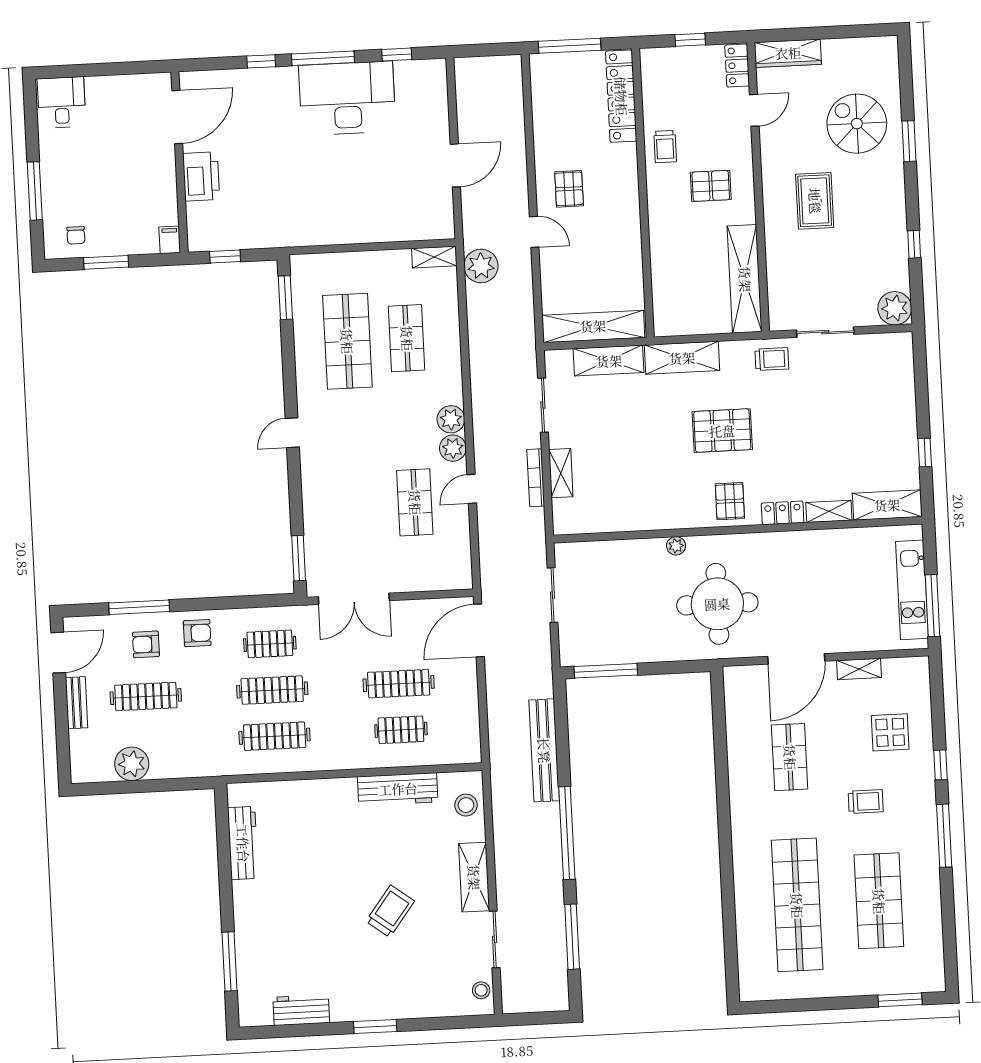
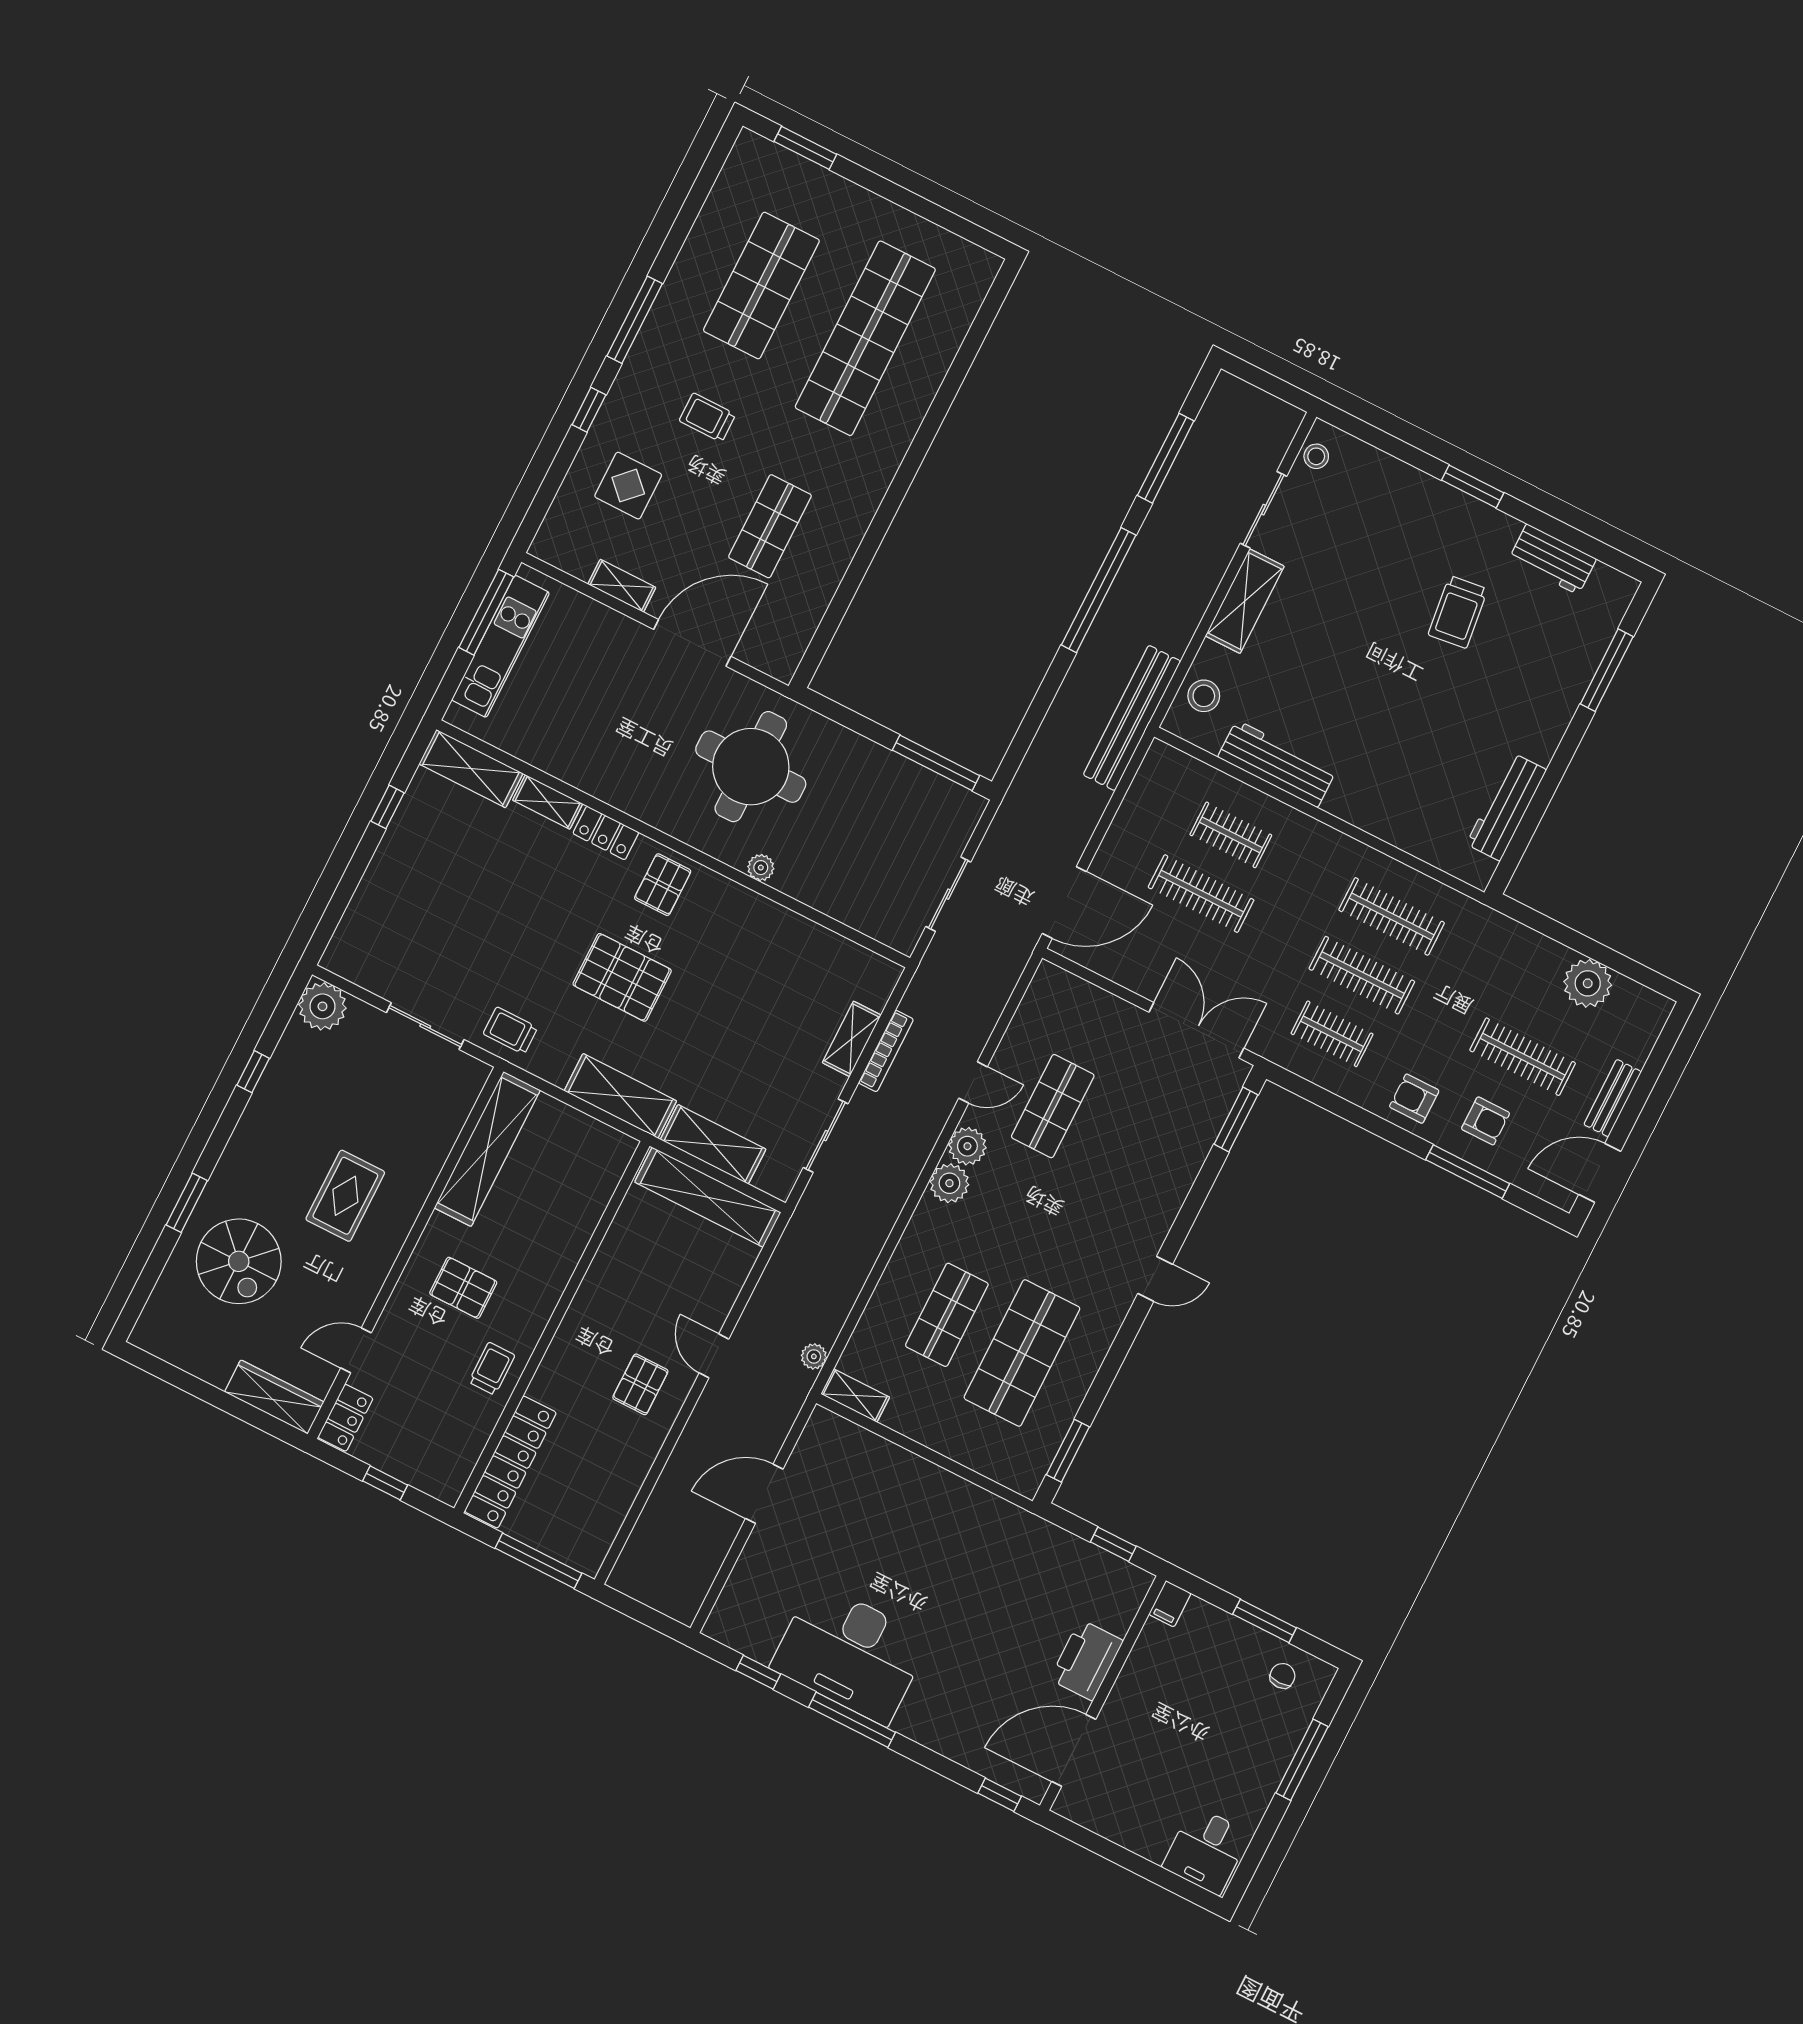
window: (261, 61) -> (1000, 1795), moved
plant: (481, 266) -> (814, 1356), width x0.53, depth x0.53
bench: (544, 750) -> (1132, 718), moved
trolley: (390, 911) -> (1458, 612), moved, turned -44

